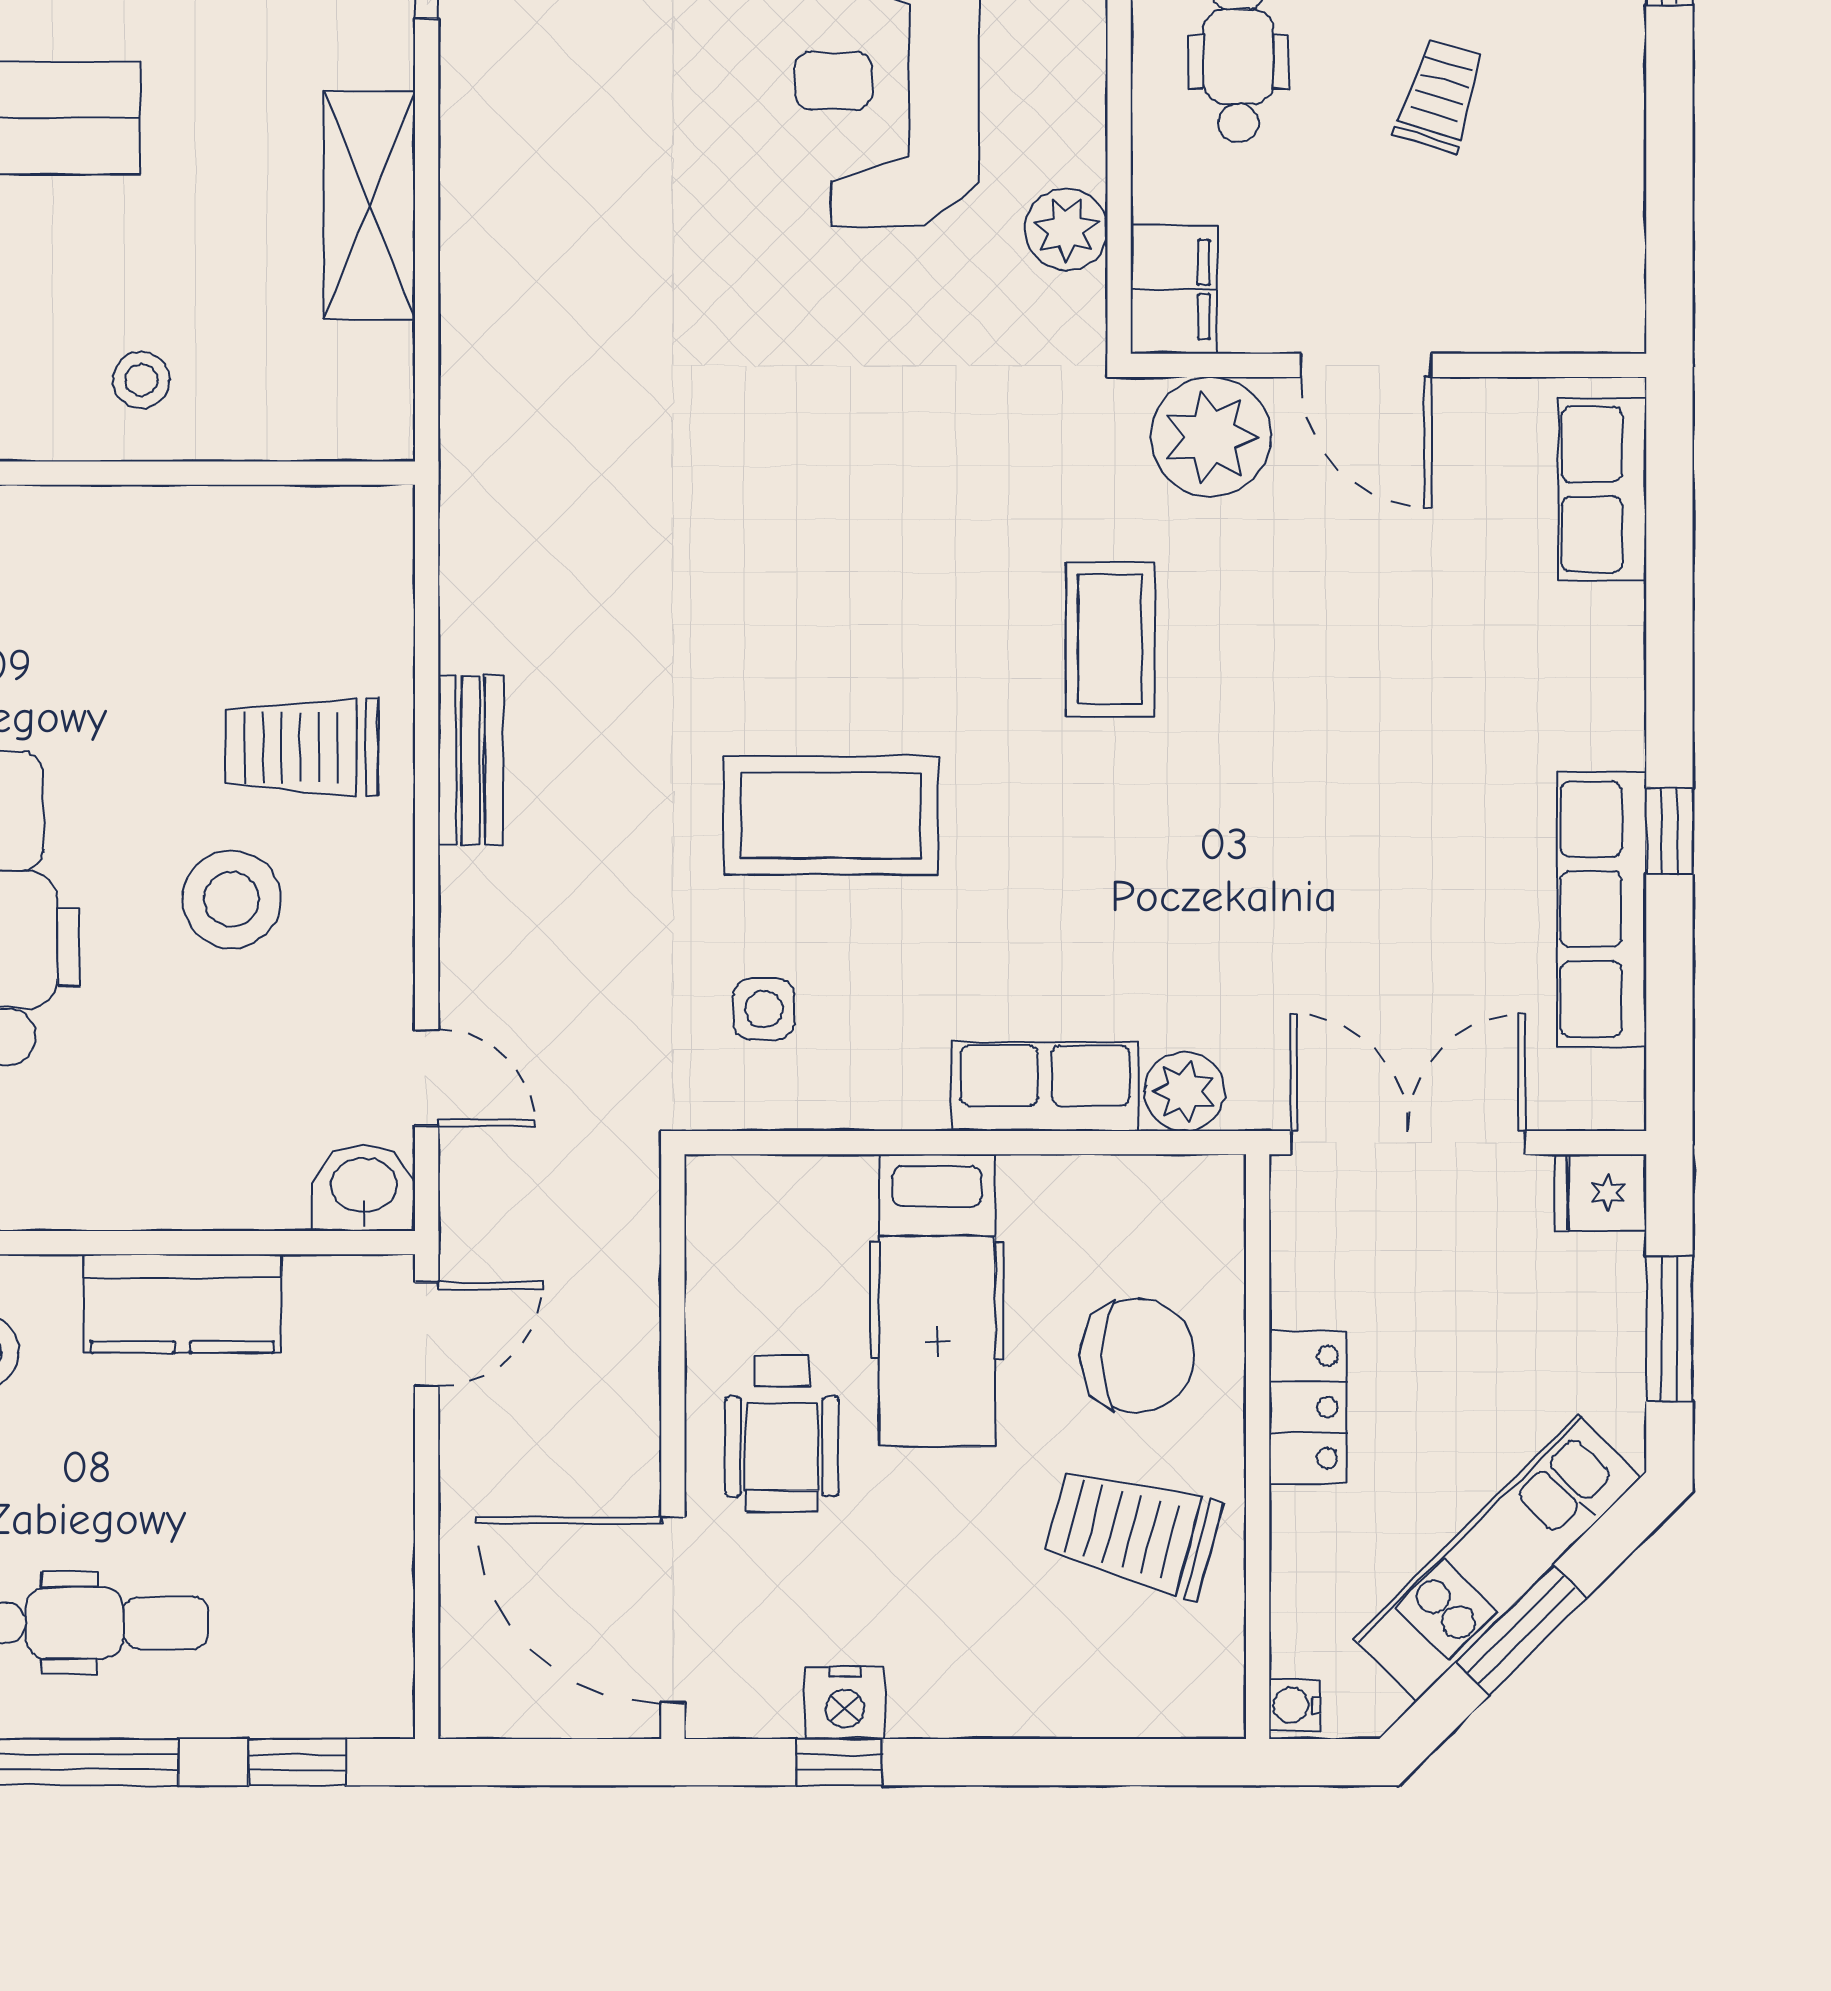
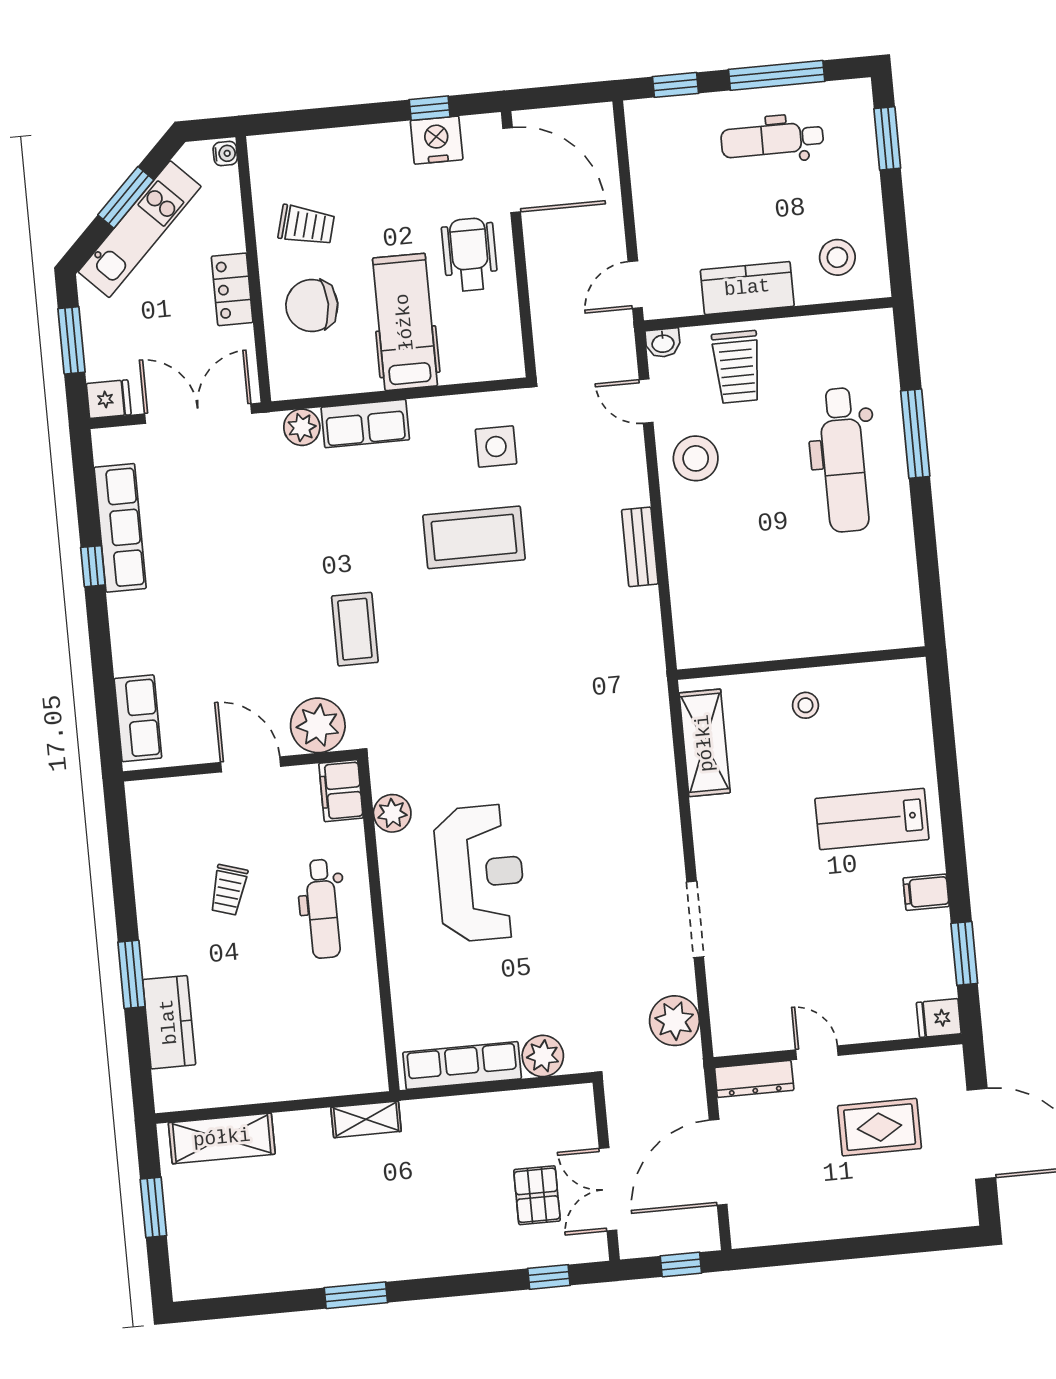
shelving: (369, 205) -> (705, 743), moved
trolley: (302, 747) -> (737, 367), moved, turned 90
stool: (232, 899) -> (696, 458), moved
side table: (764, 1009) -> (496, 447), width x1.37, depth x1.37
double door: (1408, 1143) -> (198, 414), swing flipped
washbasin: (364, 1188) -> (663, 343), width x0.72, depth x0.69
trolley: (1133, 1532) -> (306, 225), width x0.73, depth x0.72
nightstand: (845, 1703) -> (437, 140), width x1.36, depth x1.33

